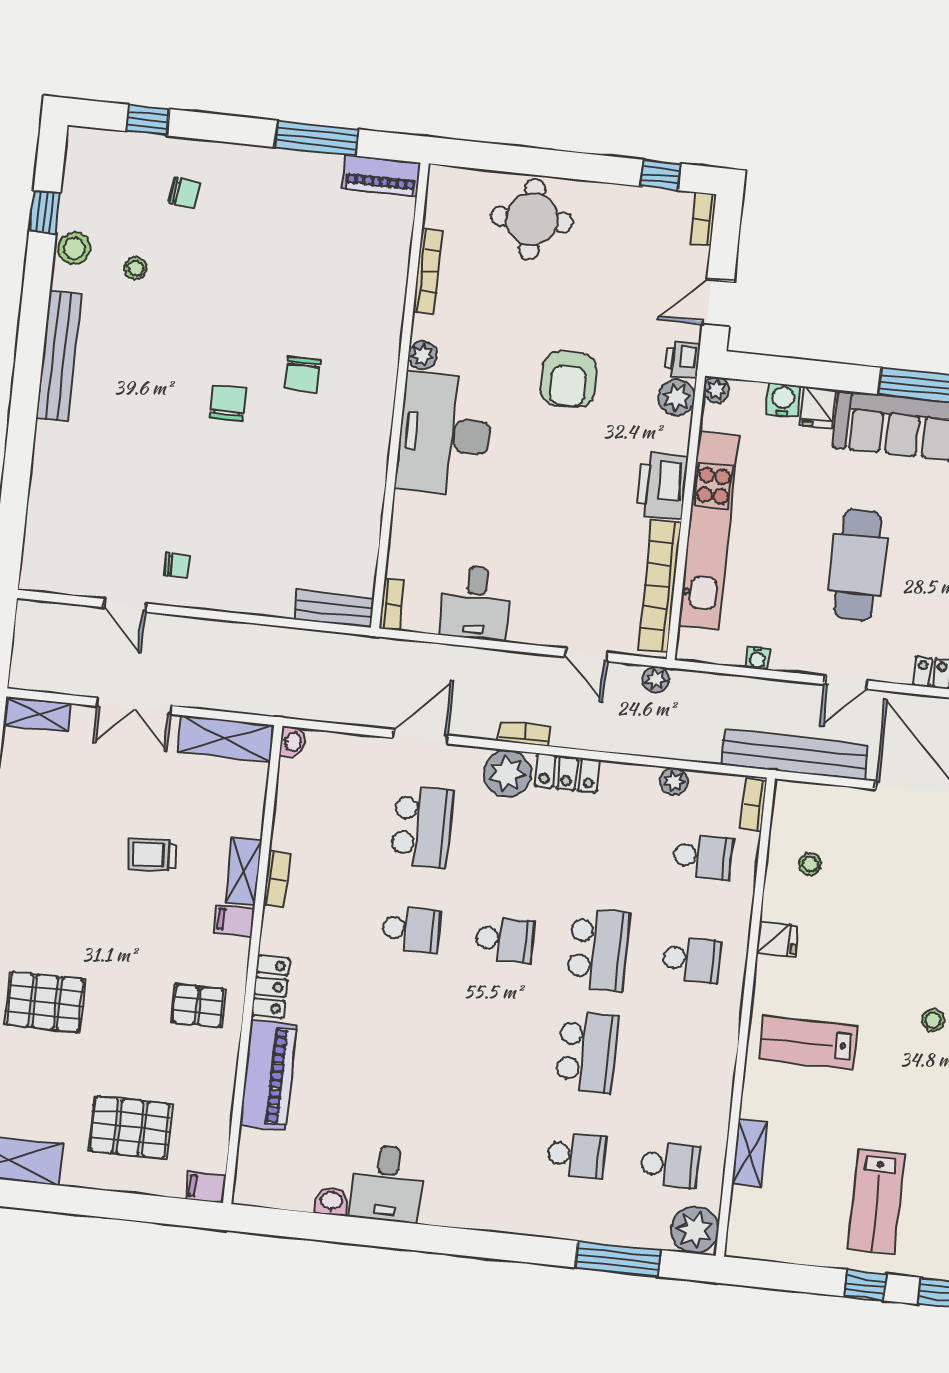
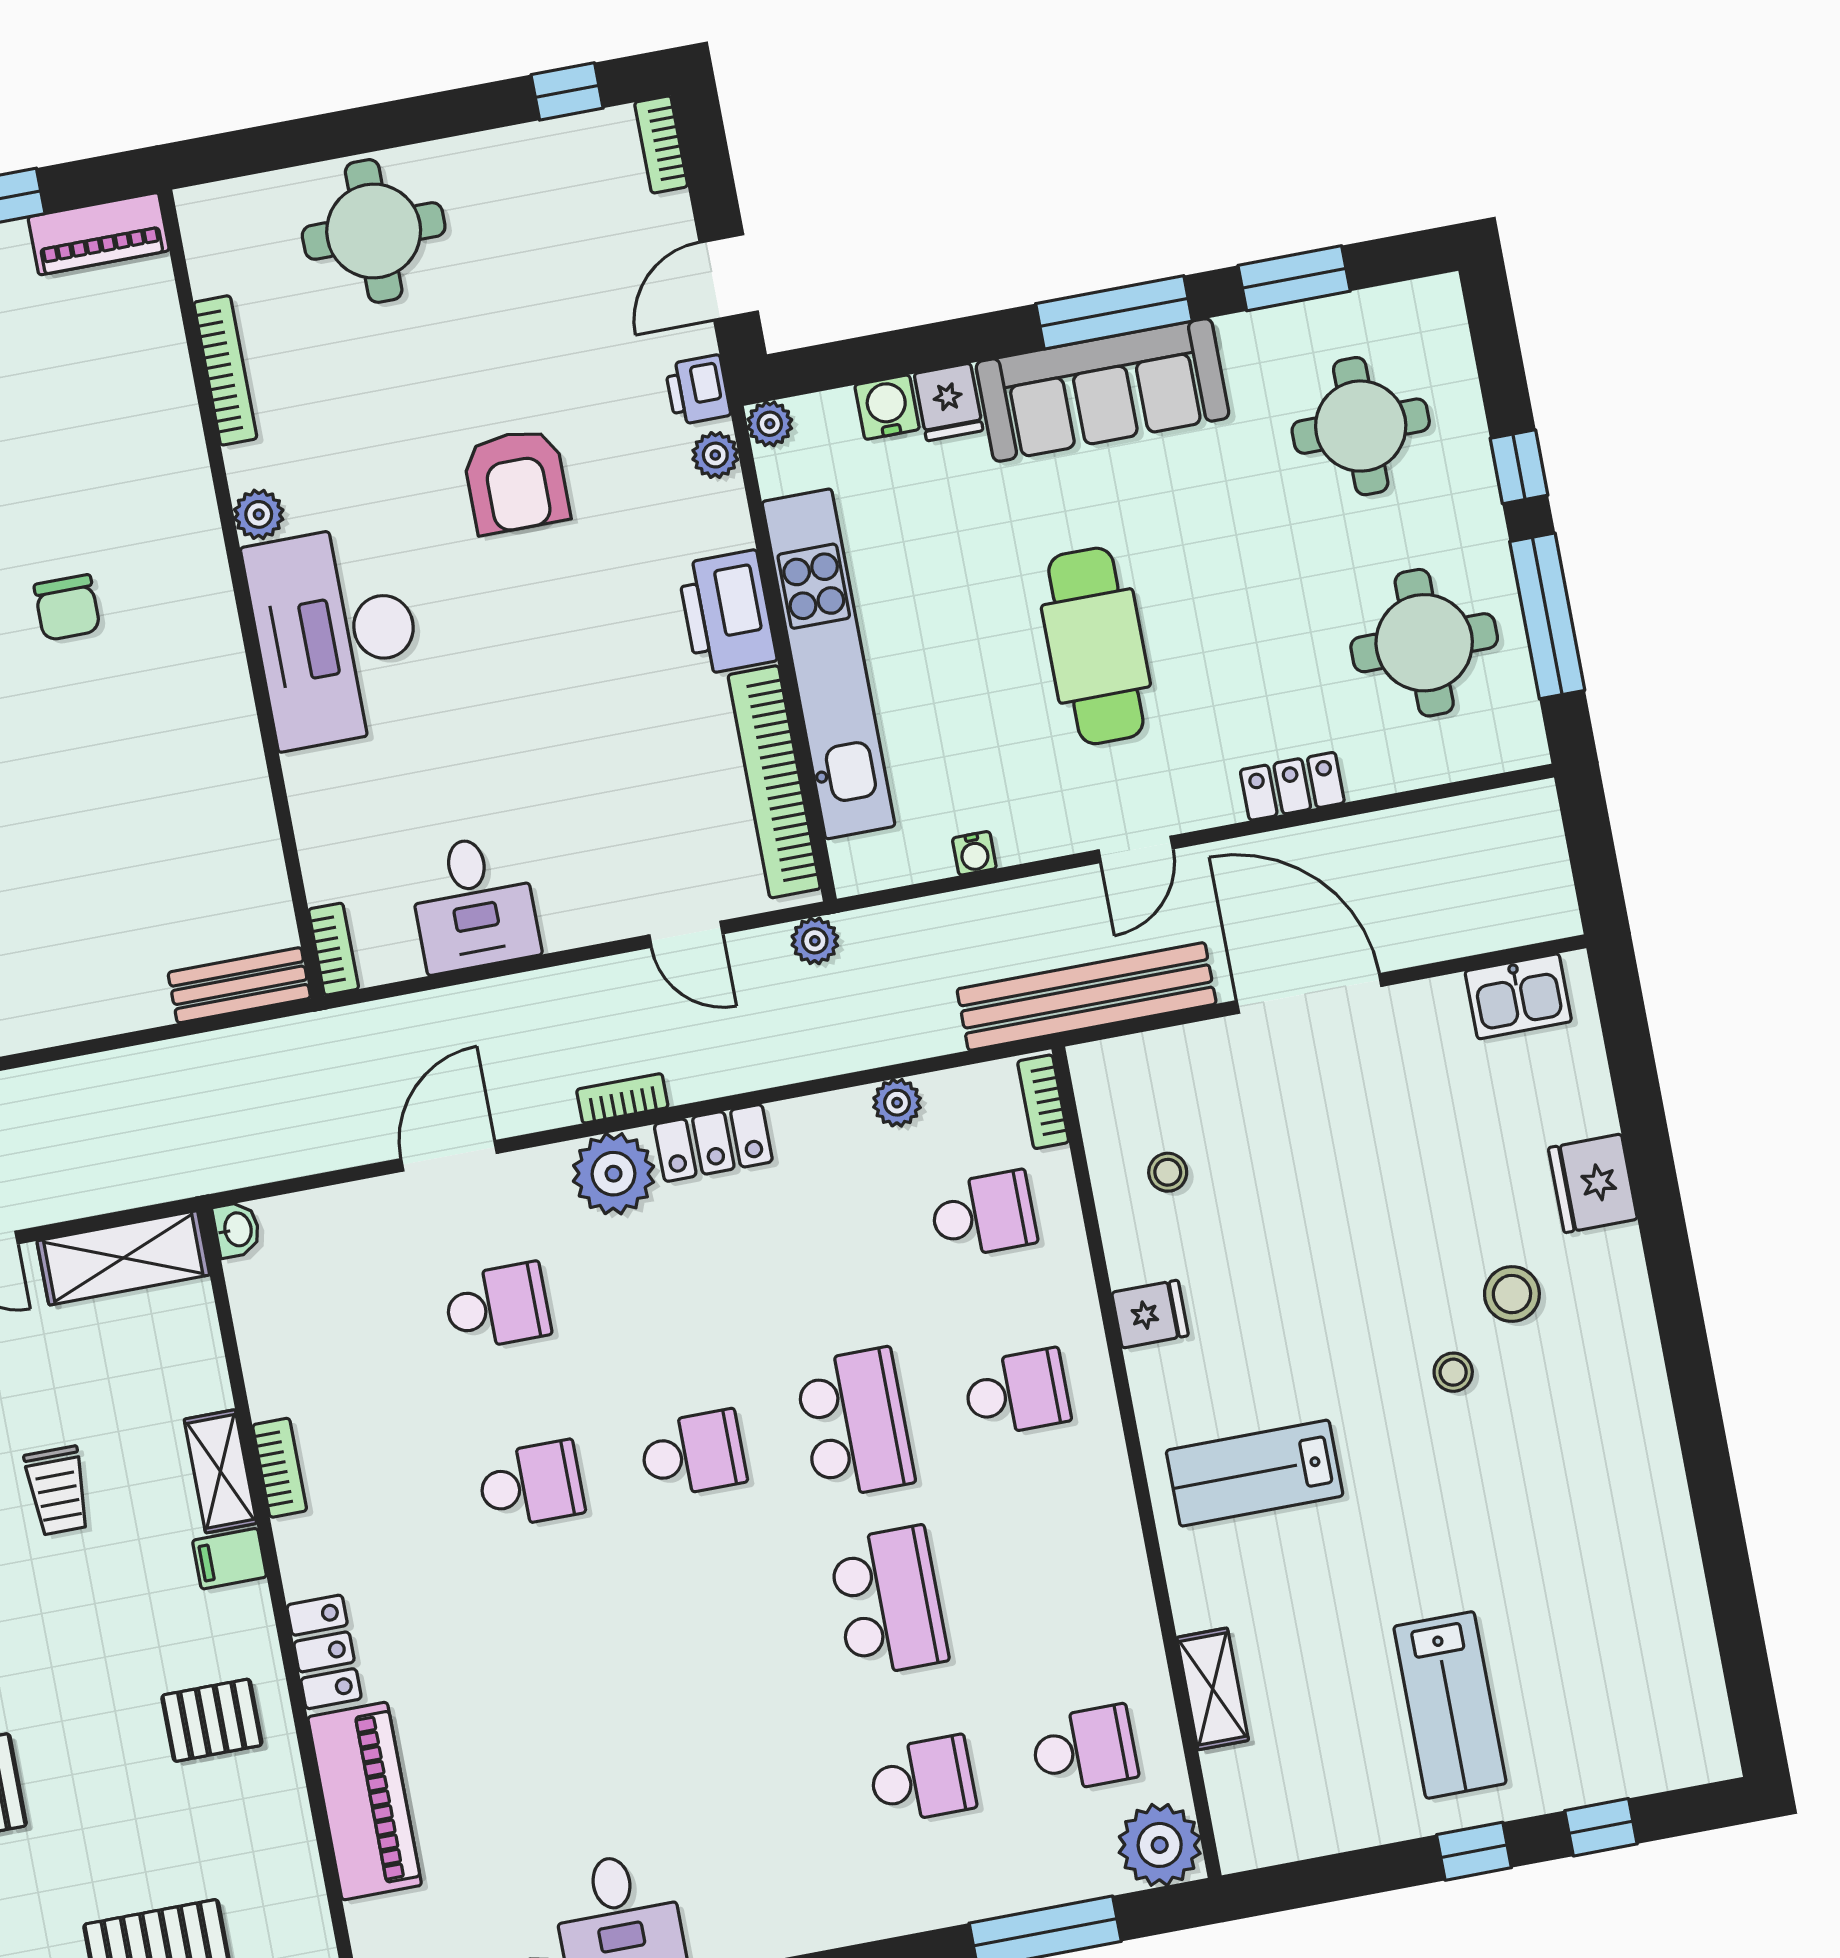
plant: (677, 397) -> (715, 455), width x0.73, depth x0.73
school desk: (422, 827) -> (497, 1306), width x0.54
trolley: (152, 855) -> (58, 1491), turned -86

